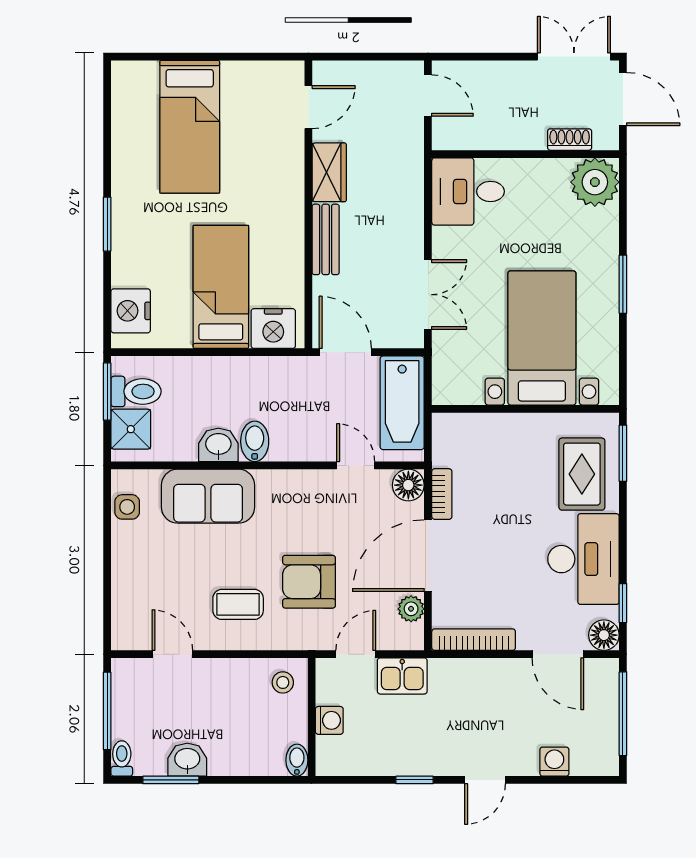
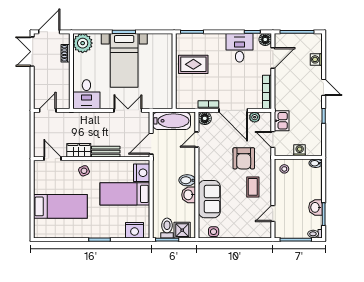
side table: (278, 185) -> (84, 171), added
bed with nightstands: (542, 338) -> (124, 60), moved, turned -90
rug: (582, 474) -> (193, 64), moved
desk: (583, 559) -> (240, 48), width x0.73

